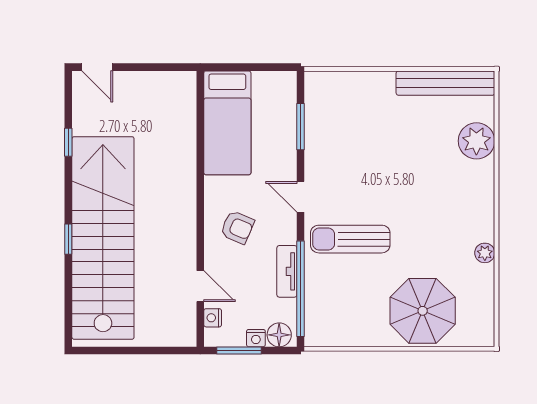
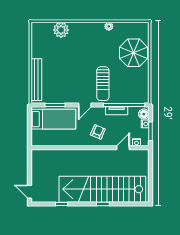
door: (97, 67) -> (30, 192), swing flipped
bench: (445, 83) -> (36, 80), moved
bed: (227, 123) -> (53, 119), moved

